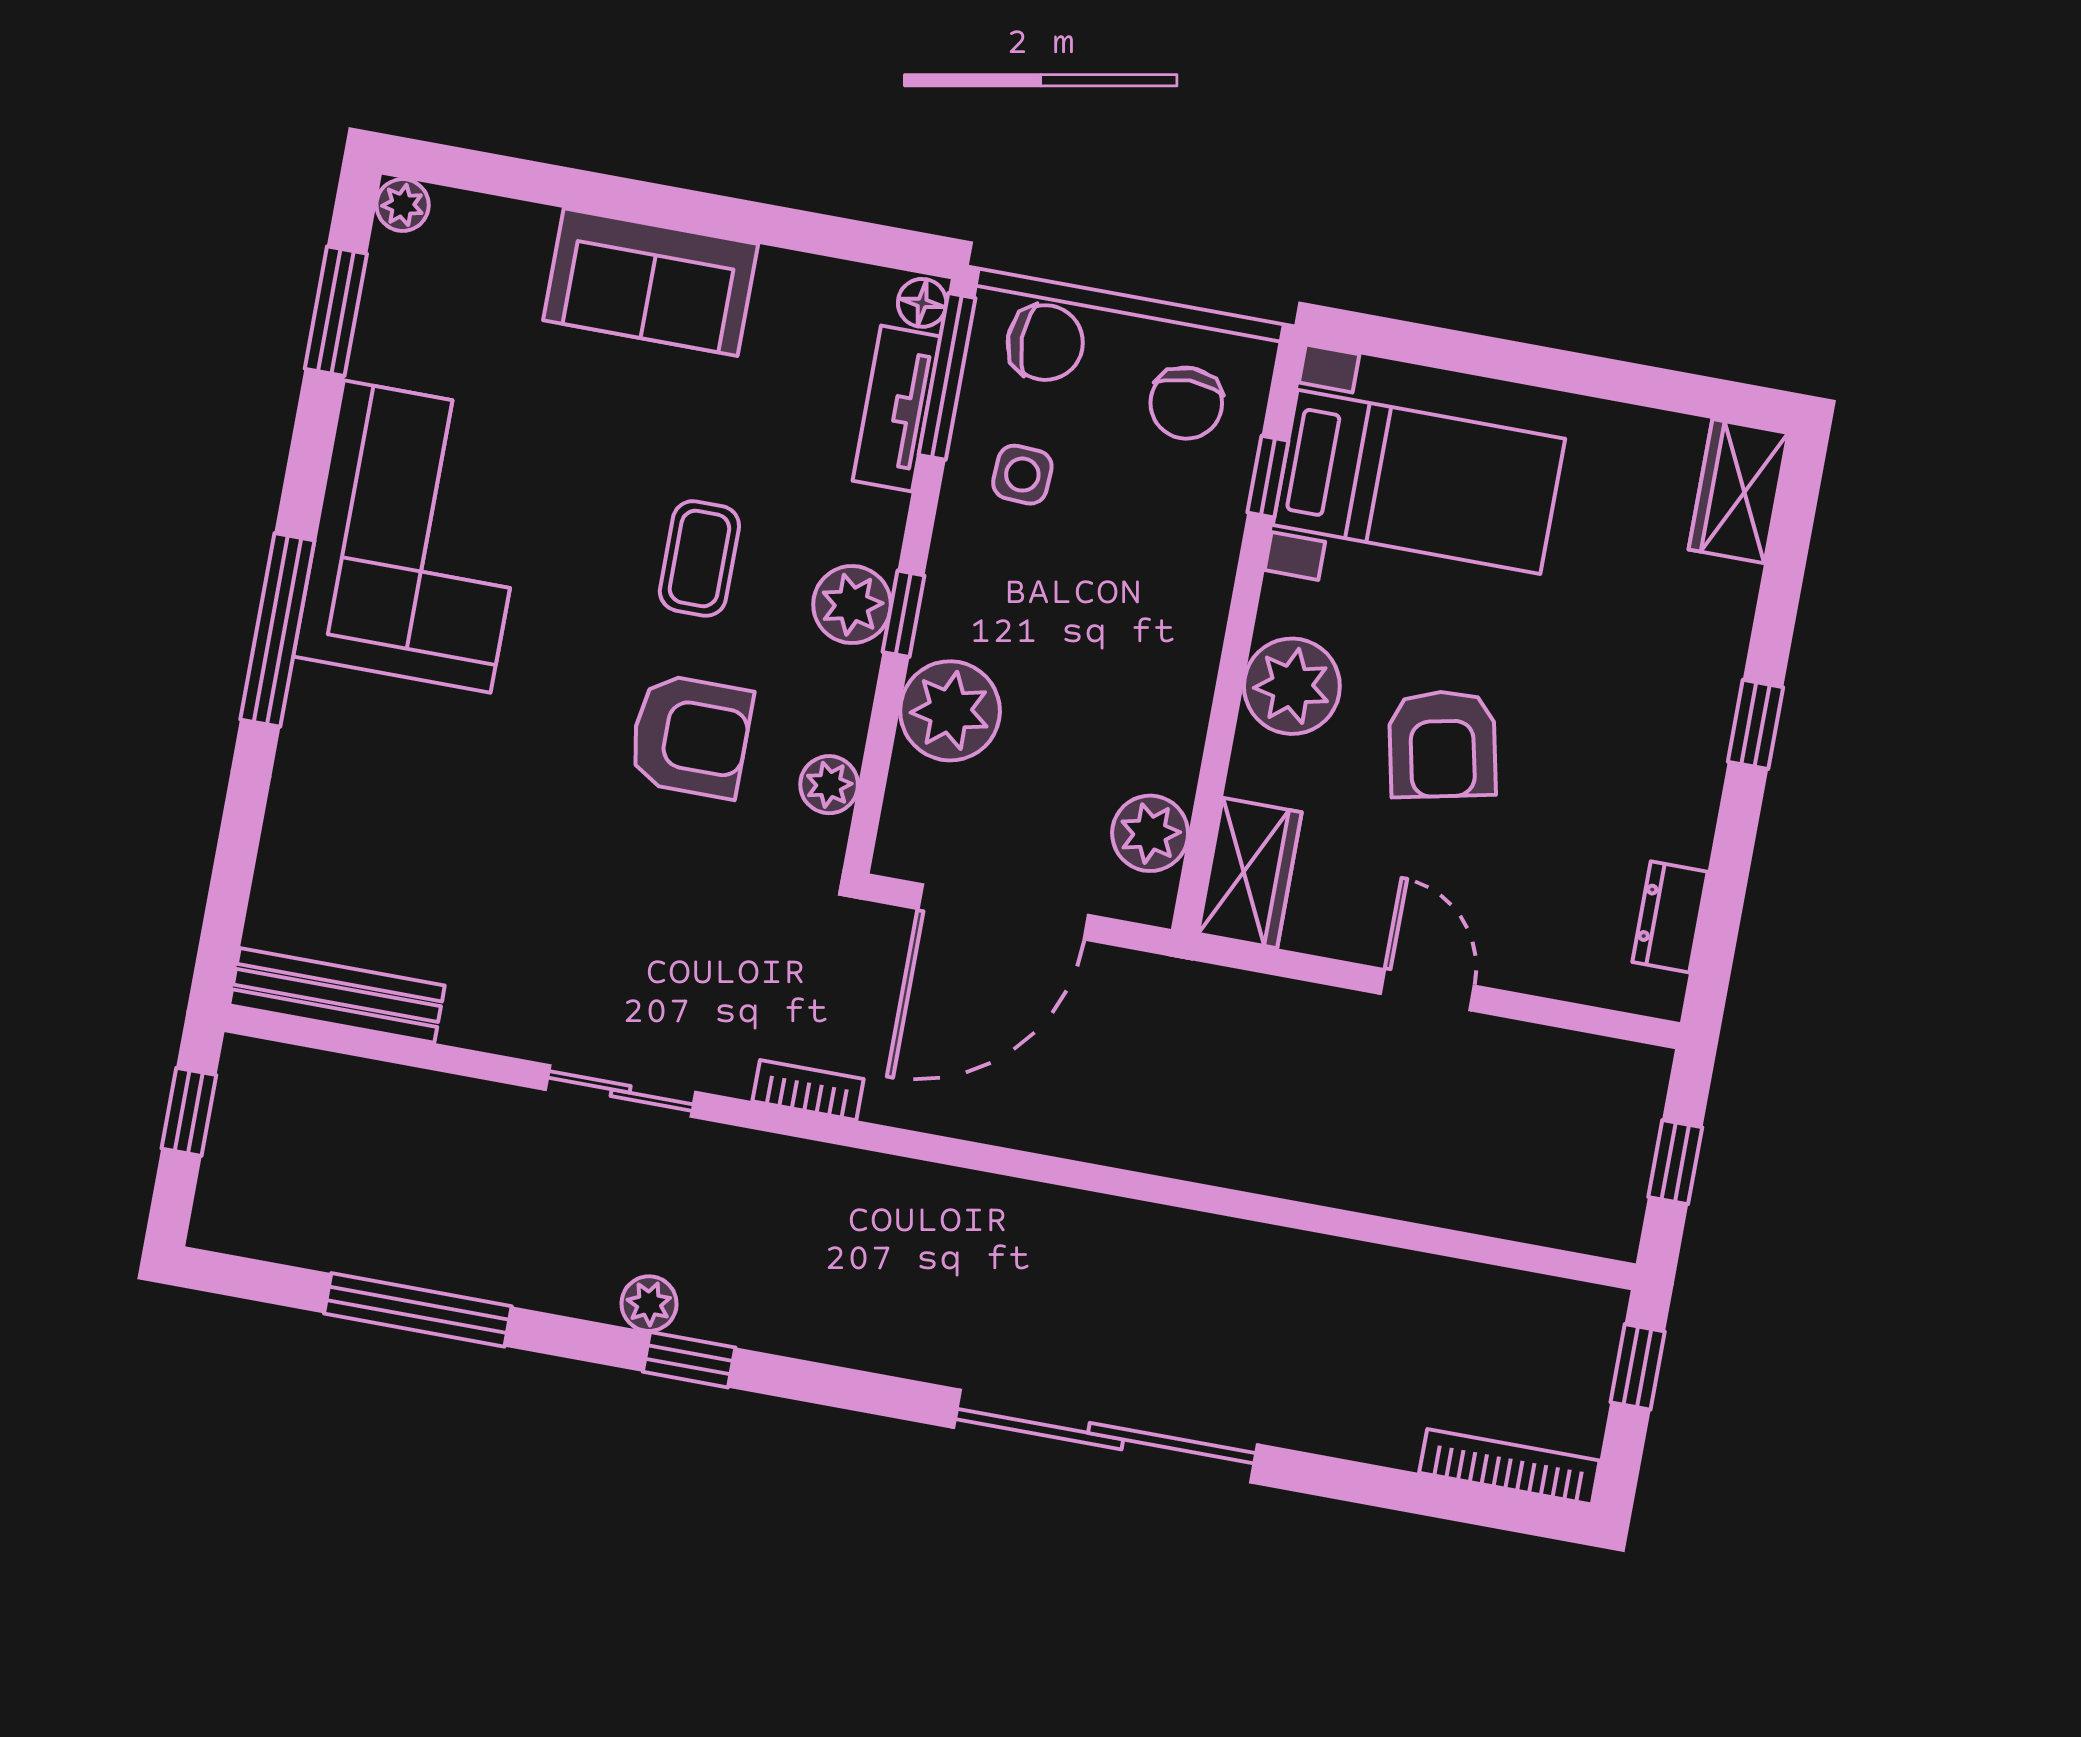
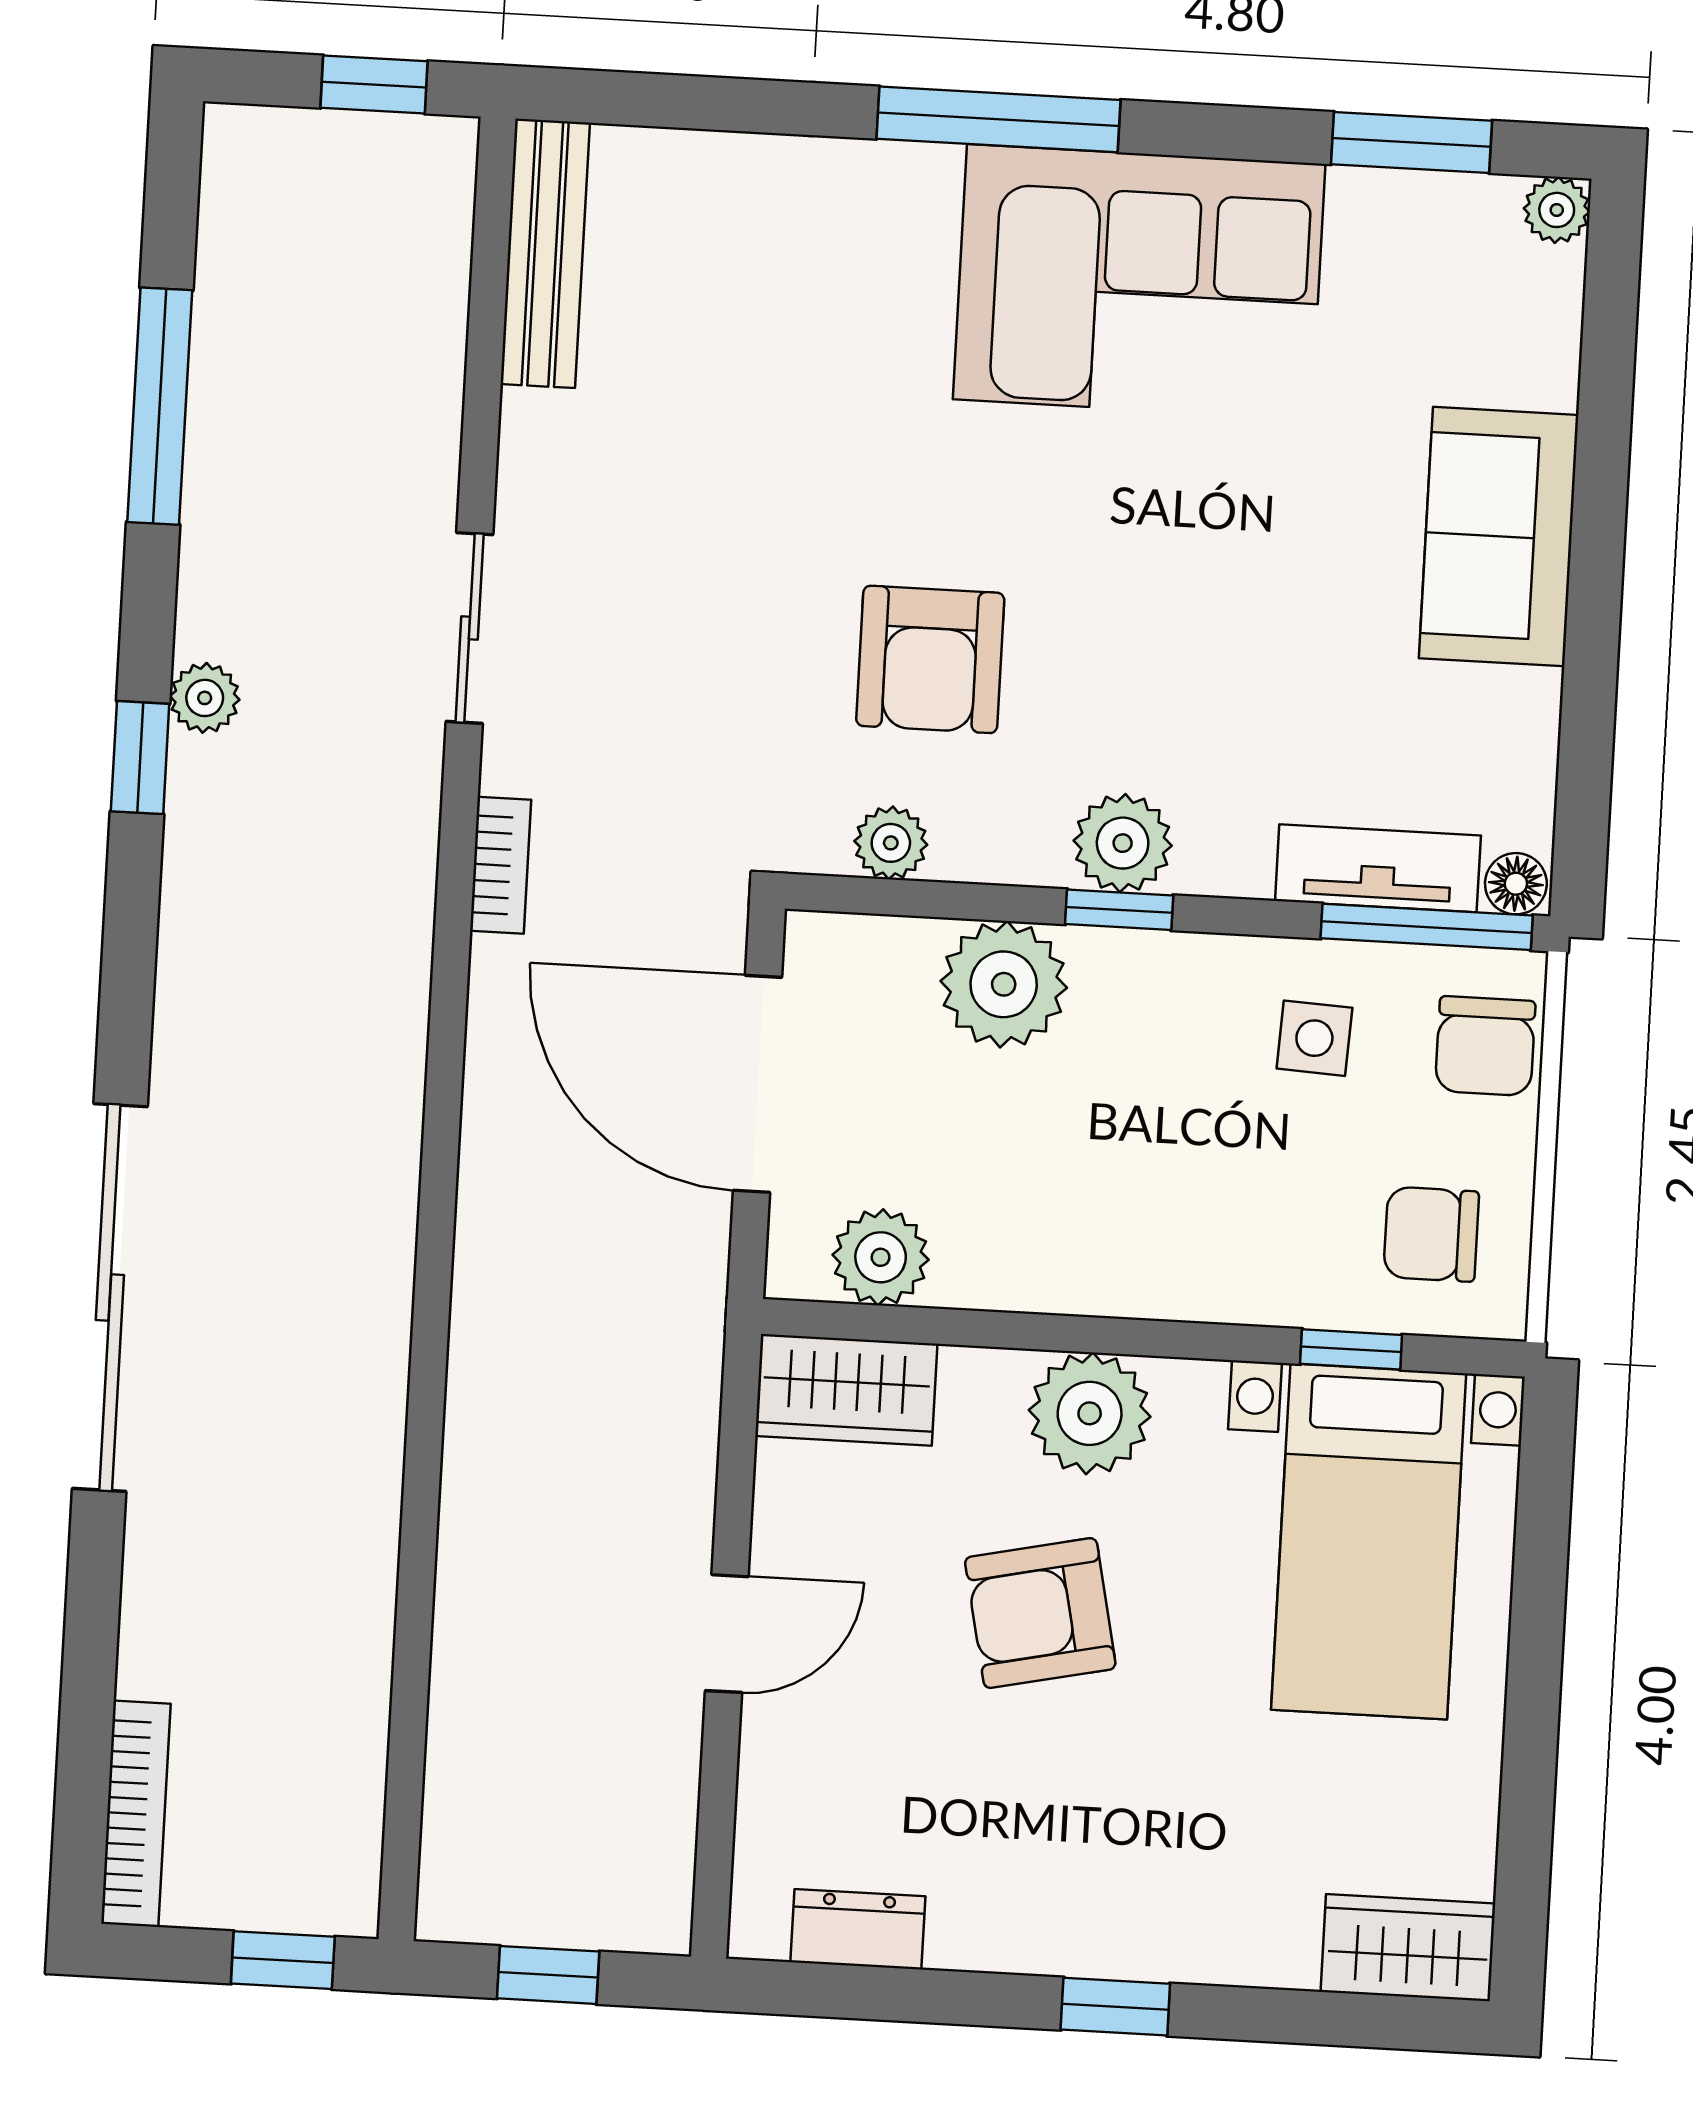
coffee table: (699, 558) -> (1157, 643), removed

